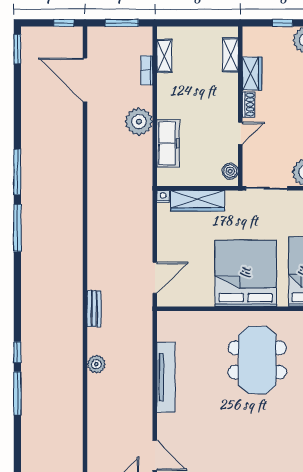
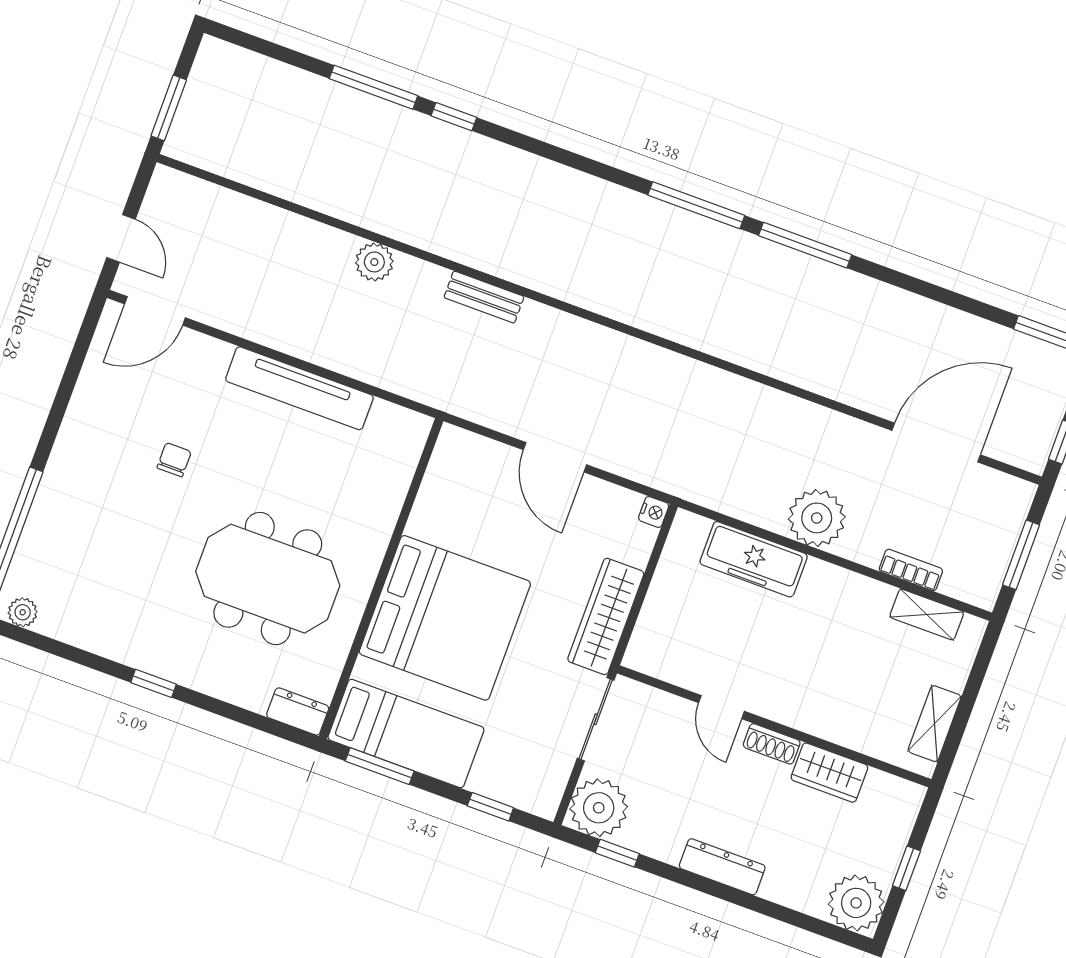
shelving: (230, 55) -> (935, 724), moved, turned 90
boiler: (230, 171) -> (655, 660), removed
wardrobe: (198, 201) -> (606, 616), moved
door: (155, 278) -> (555, 457), moved
chair: (219, 422) -> (174, 460), added

